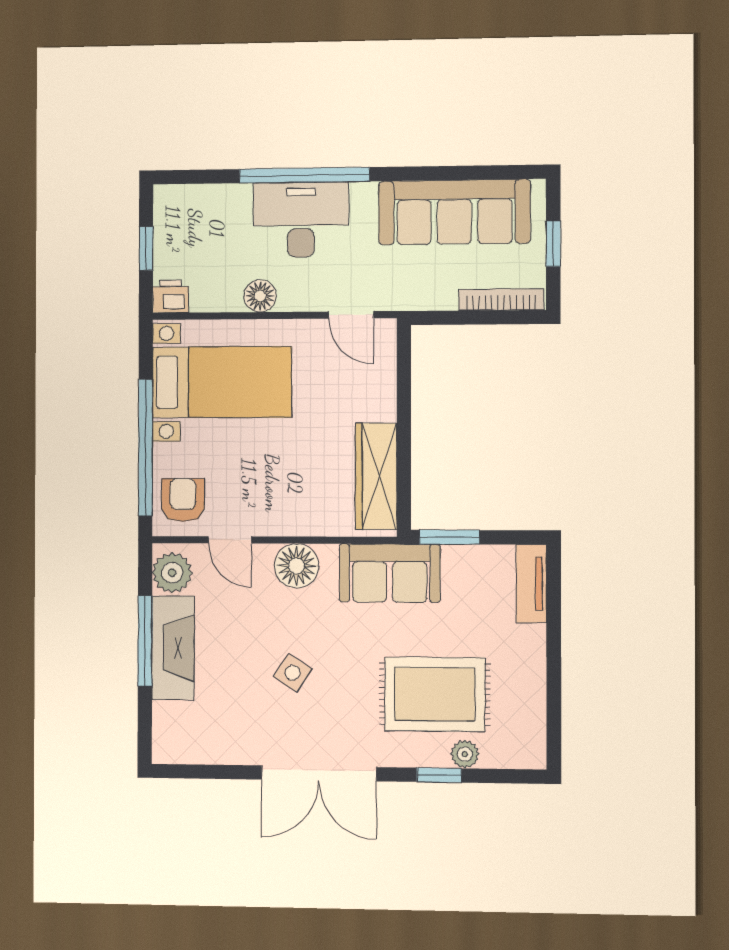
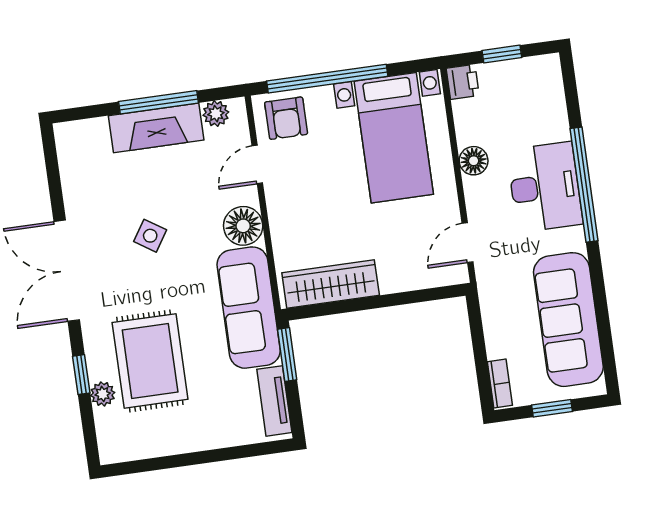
bookcase: (501, 299) -> (500, 383), width x0.64
armchair: (183, 500) -> (286, 118), turned 90
plant: (172, 573) -> (216, 114), width x0.73, depth x0.73
sofa: (390, 573) -> (249, 308), width x1.36
tv unit: (531, 584) -> (274, 401), moved, turned -90

